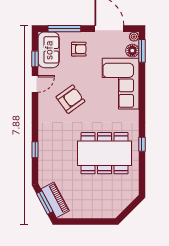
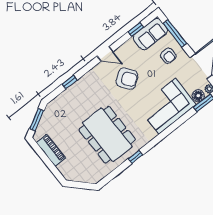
door: (35, 84) -> (105, 54), moved
piano: (55, 200) -> (51, 150), moved, turned -62

